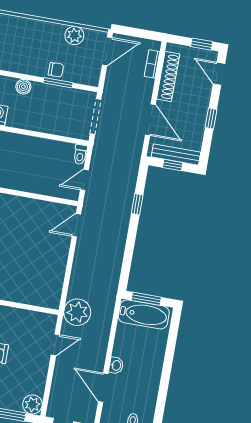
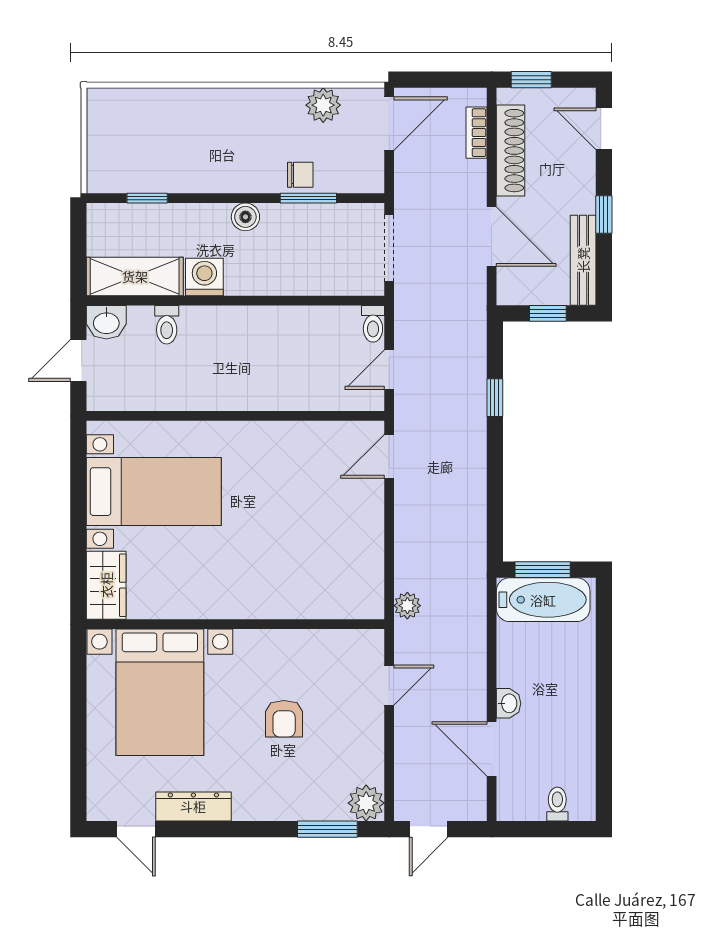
window: (202, 44) -> (531, 80), moved
bench: (176, 155) -> (583, 260), moved, turned 90
plant: (77, 312) -> (407, 606), width x0.53, depth x0.53

